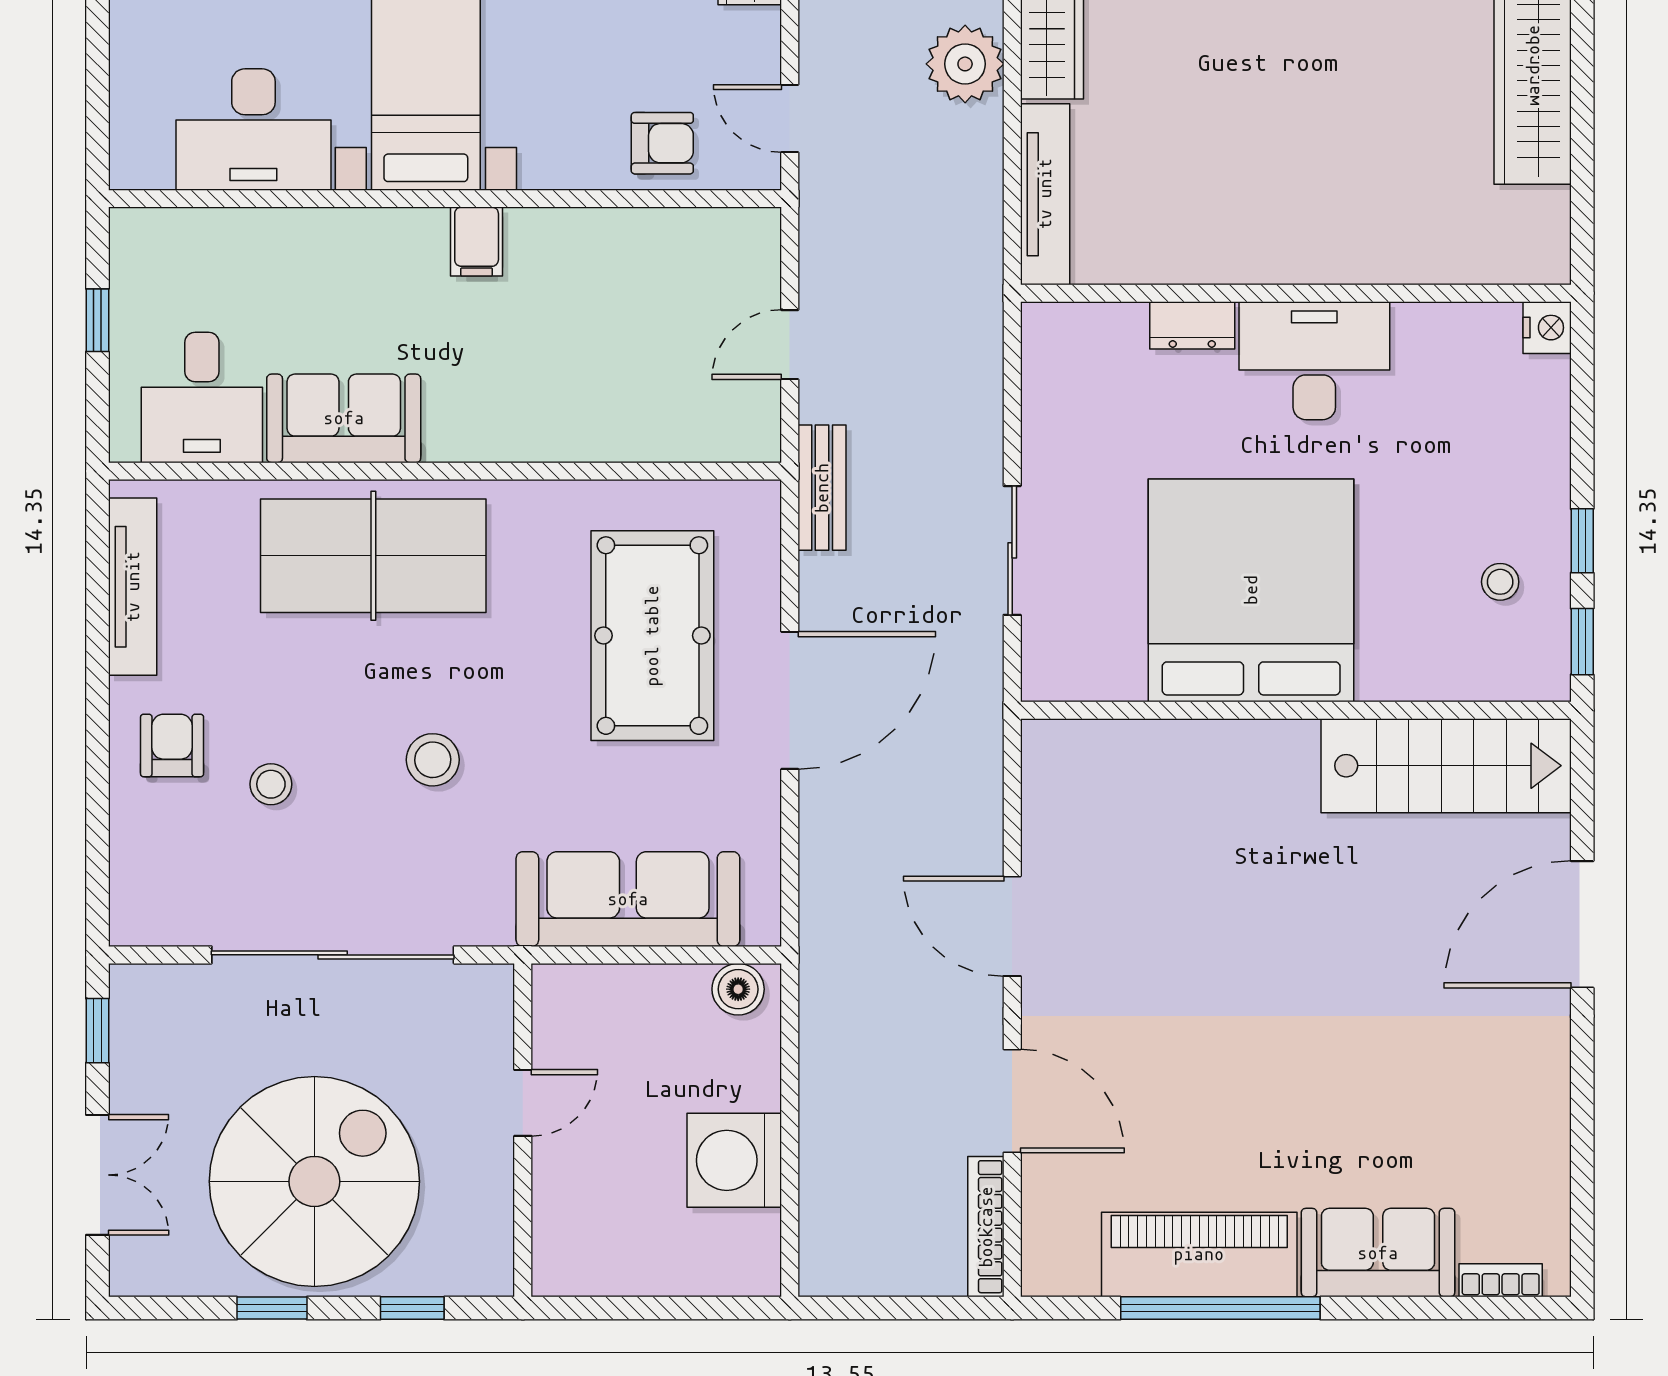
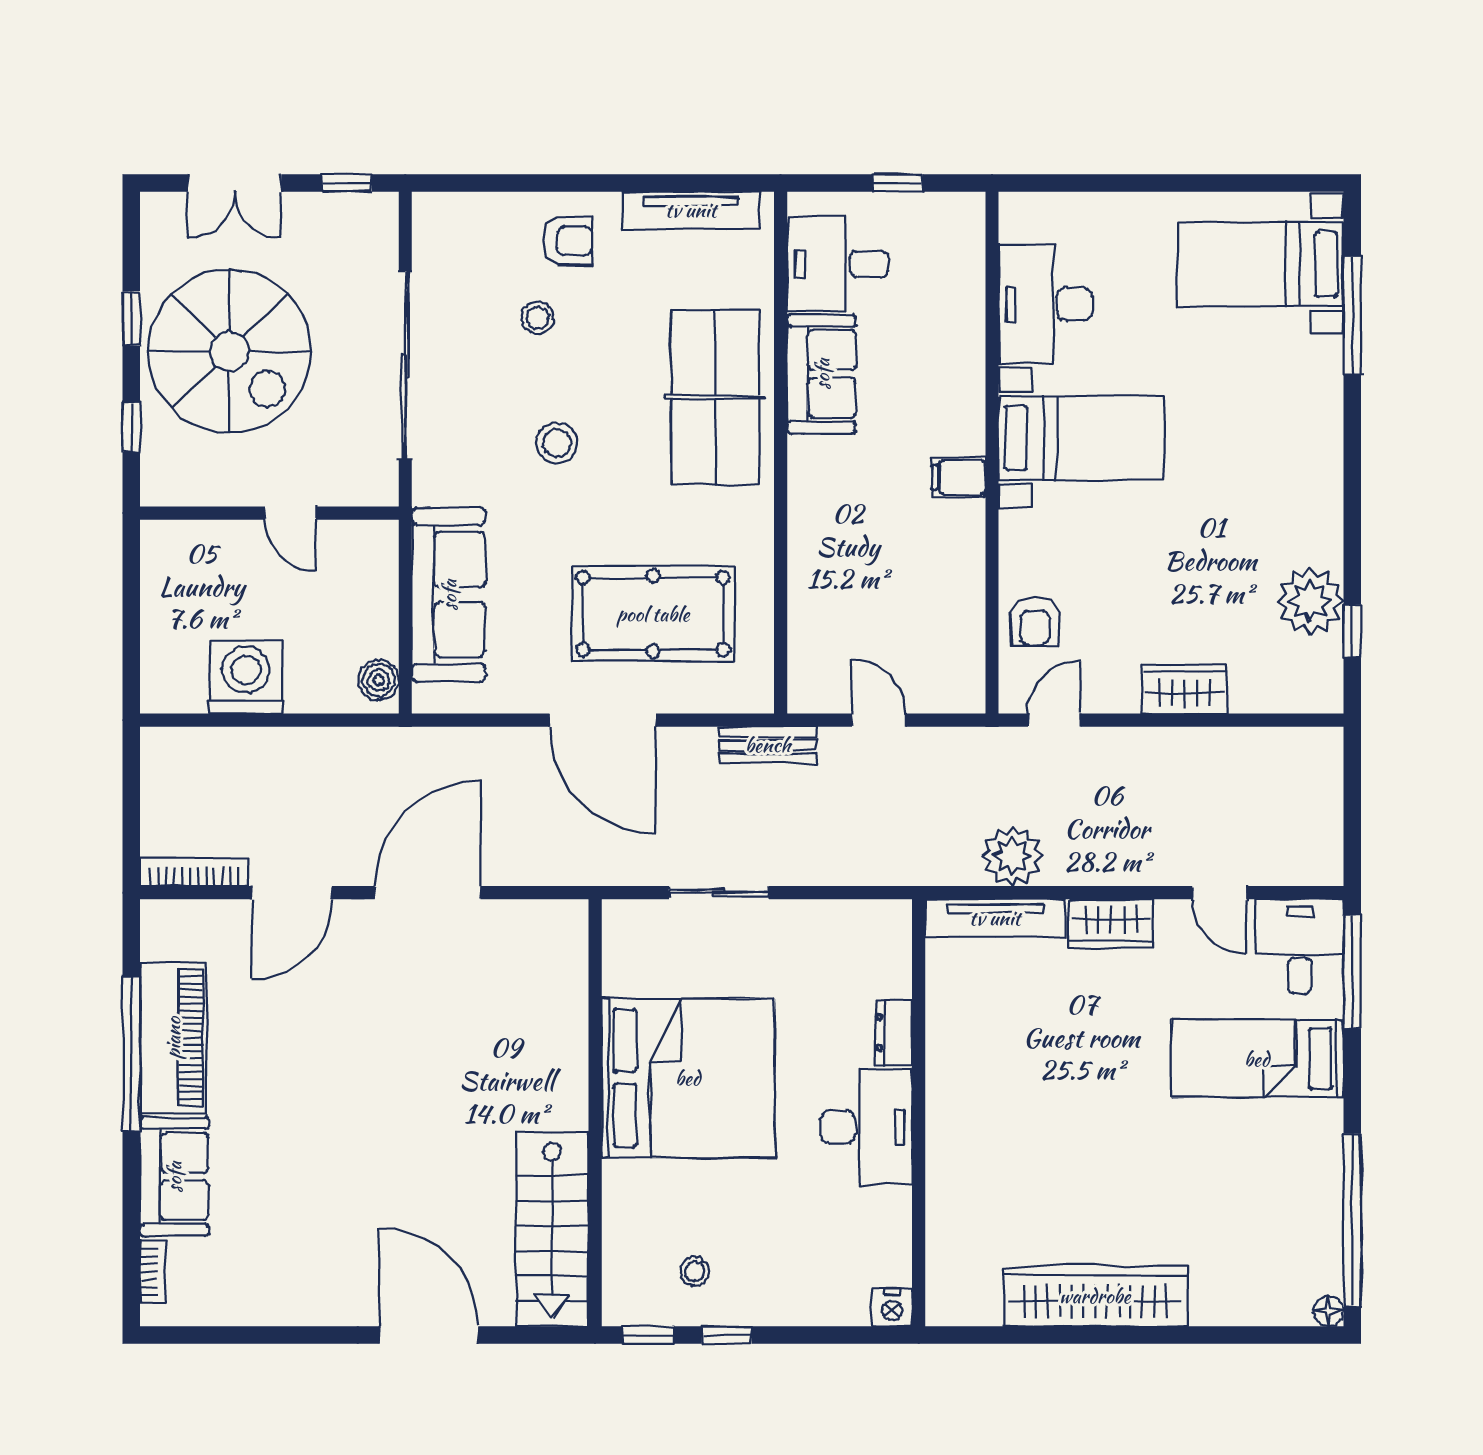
plant: (965, 64) -> (1012, 856), moved
door: (1012, 926) -> (428, 893), width x1.36

